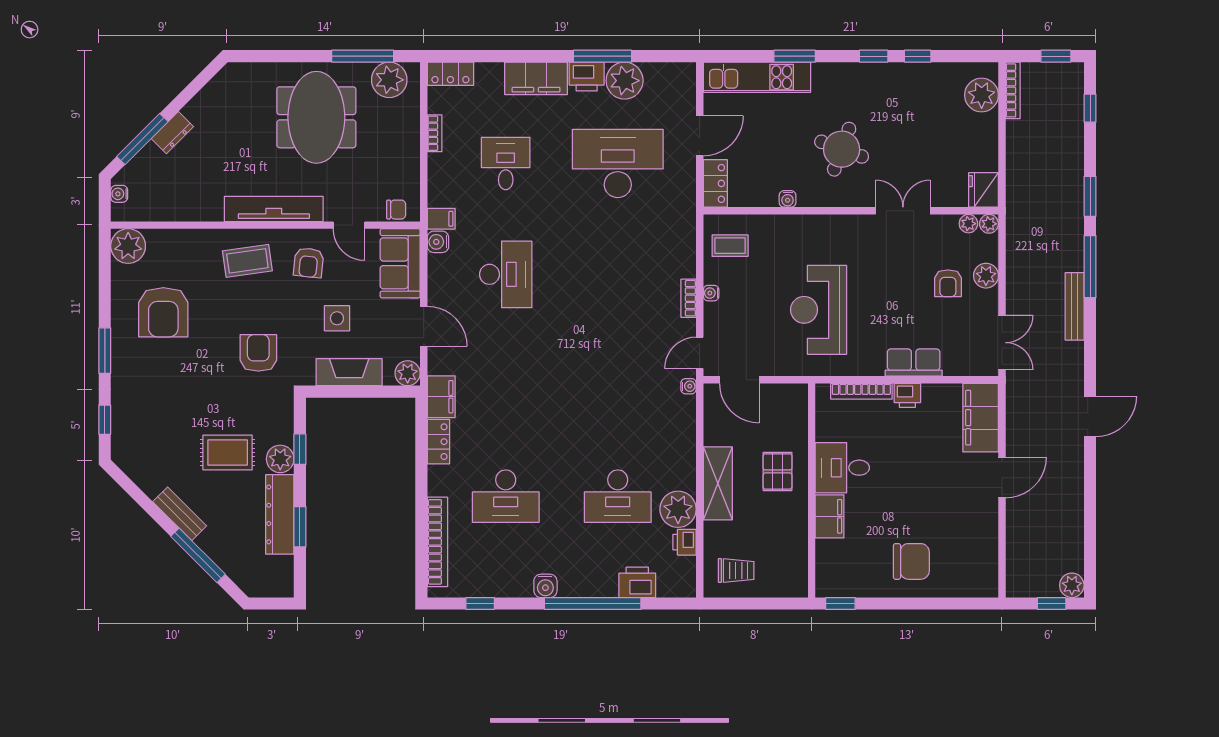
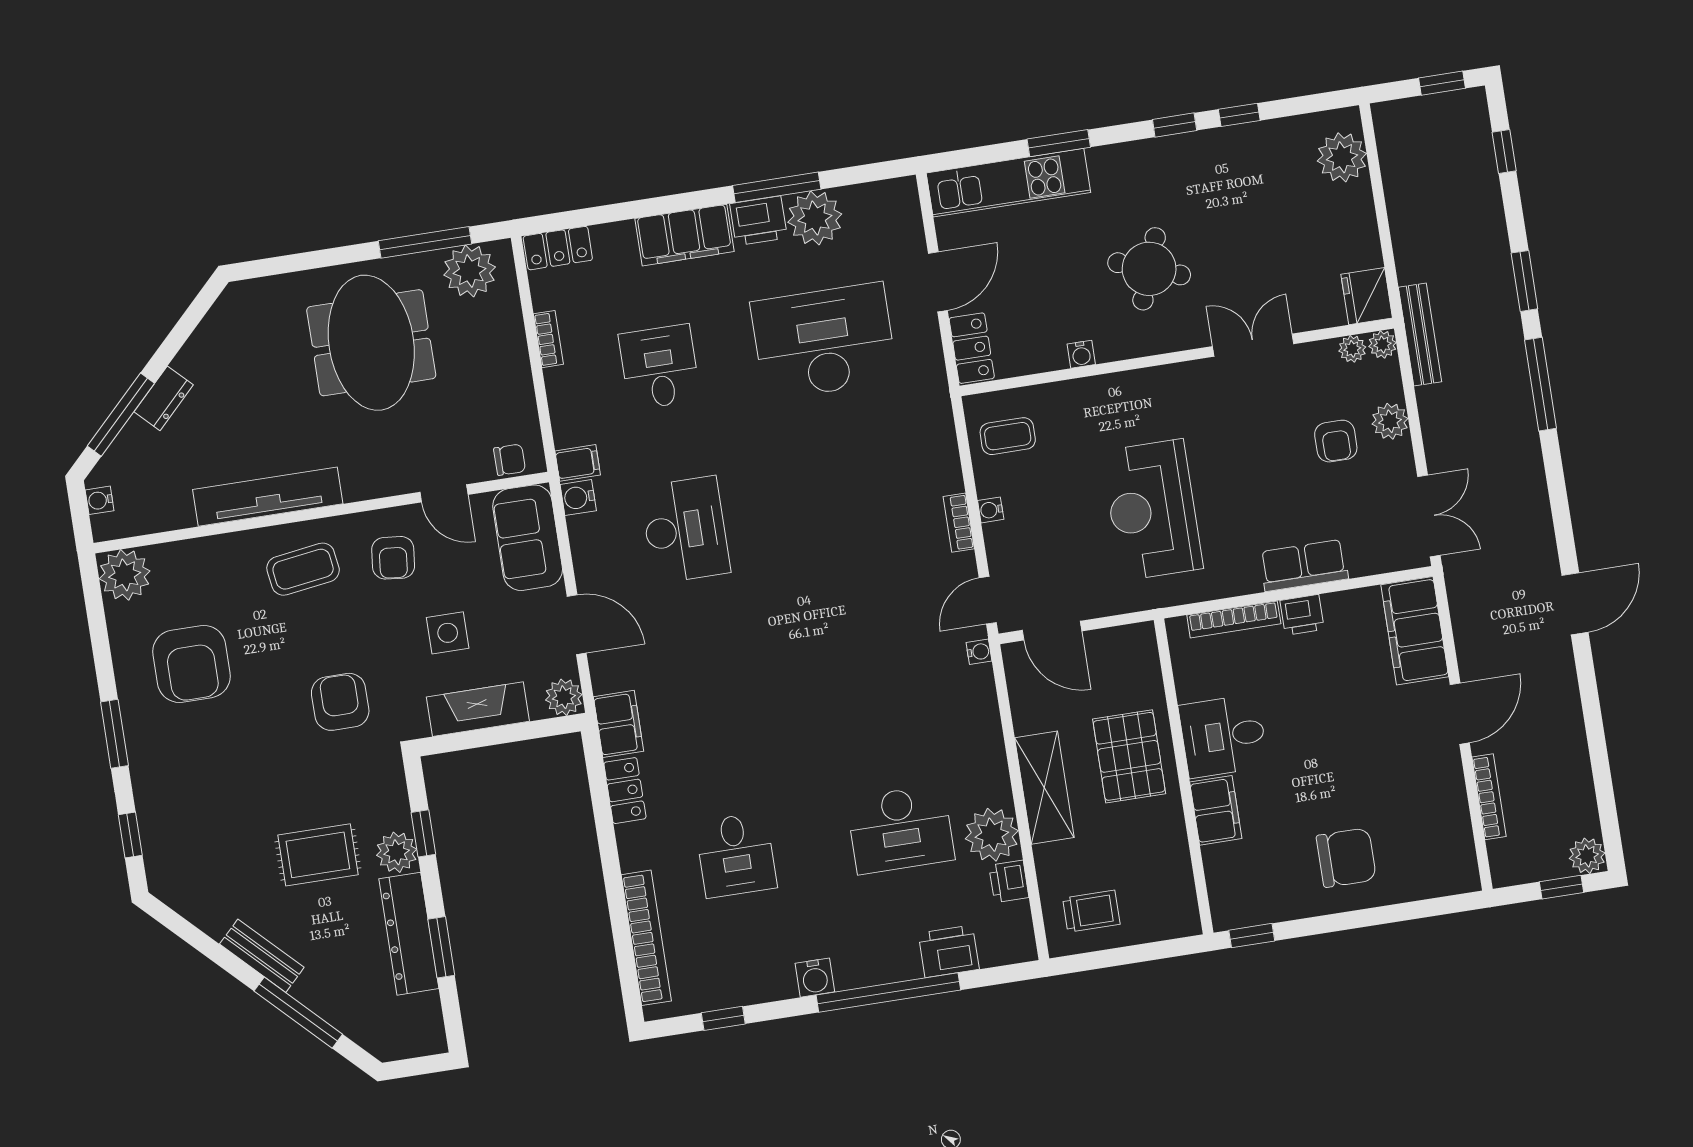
bookcase: (1013, 90) -> (1489, 797), moved
tv unit: (274, 209) -> (268, 497), moved
bench: (1075, 306) -> (1420, 335), moved
pallet: (778, 471) -> (1129, 756), width x1.50, depth x1.42
desk: (506, 496) -> (736, 855), width x0.73

